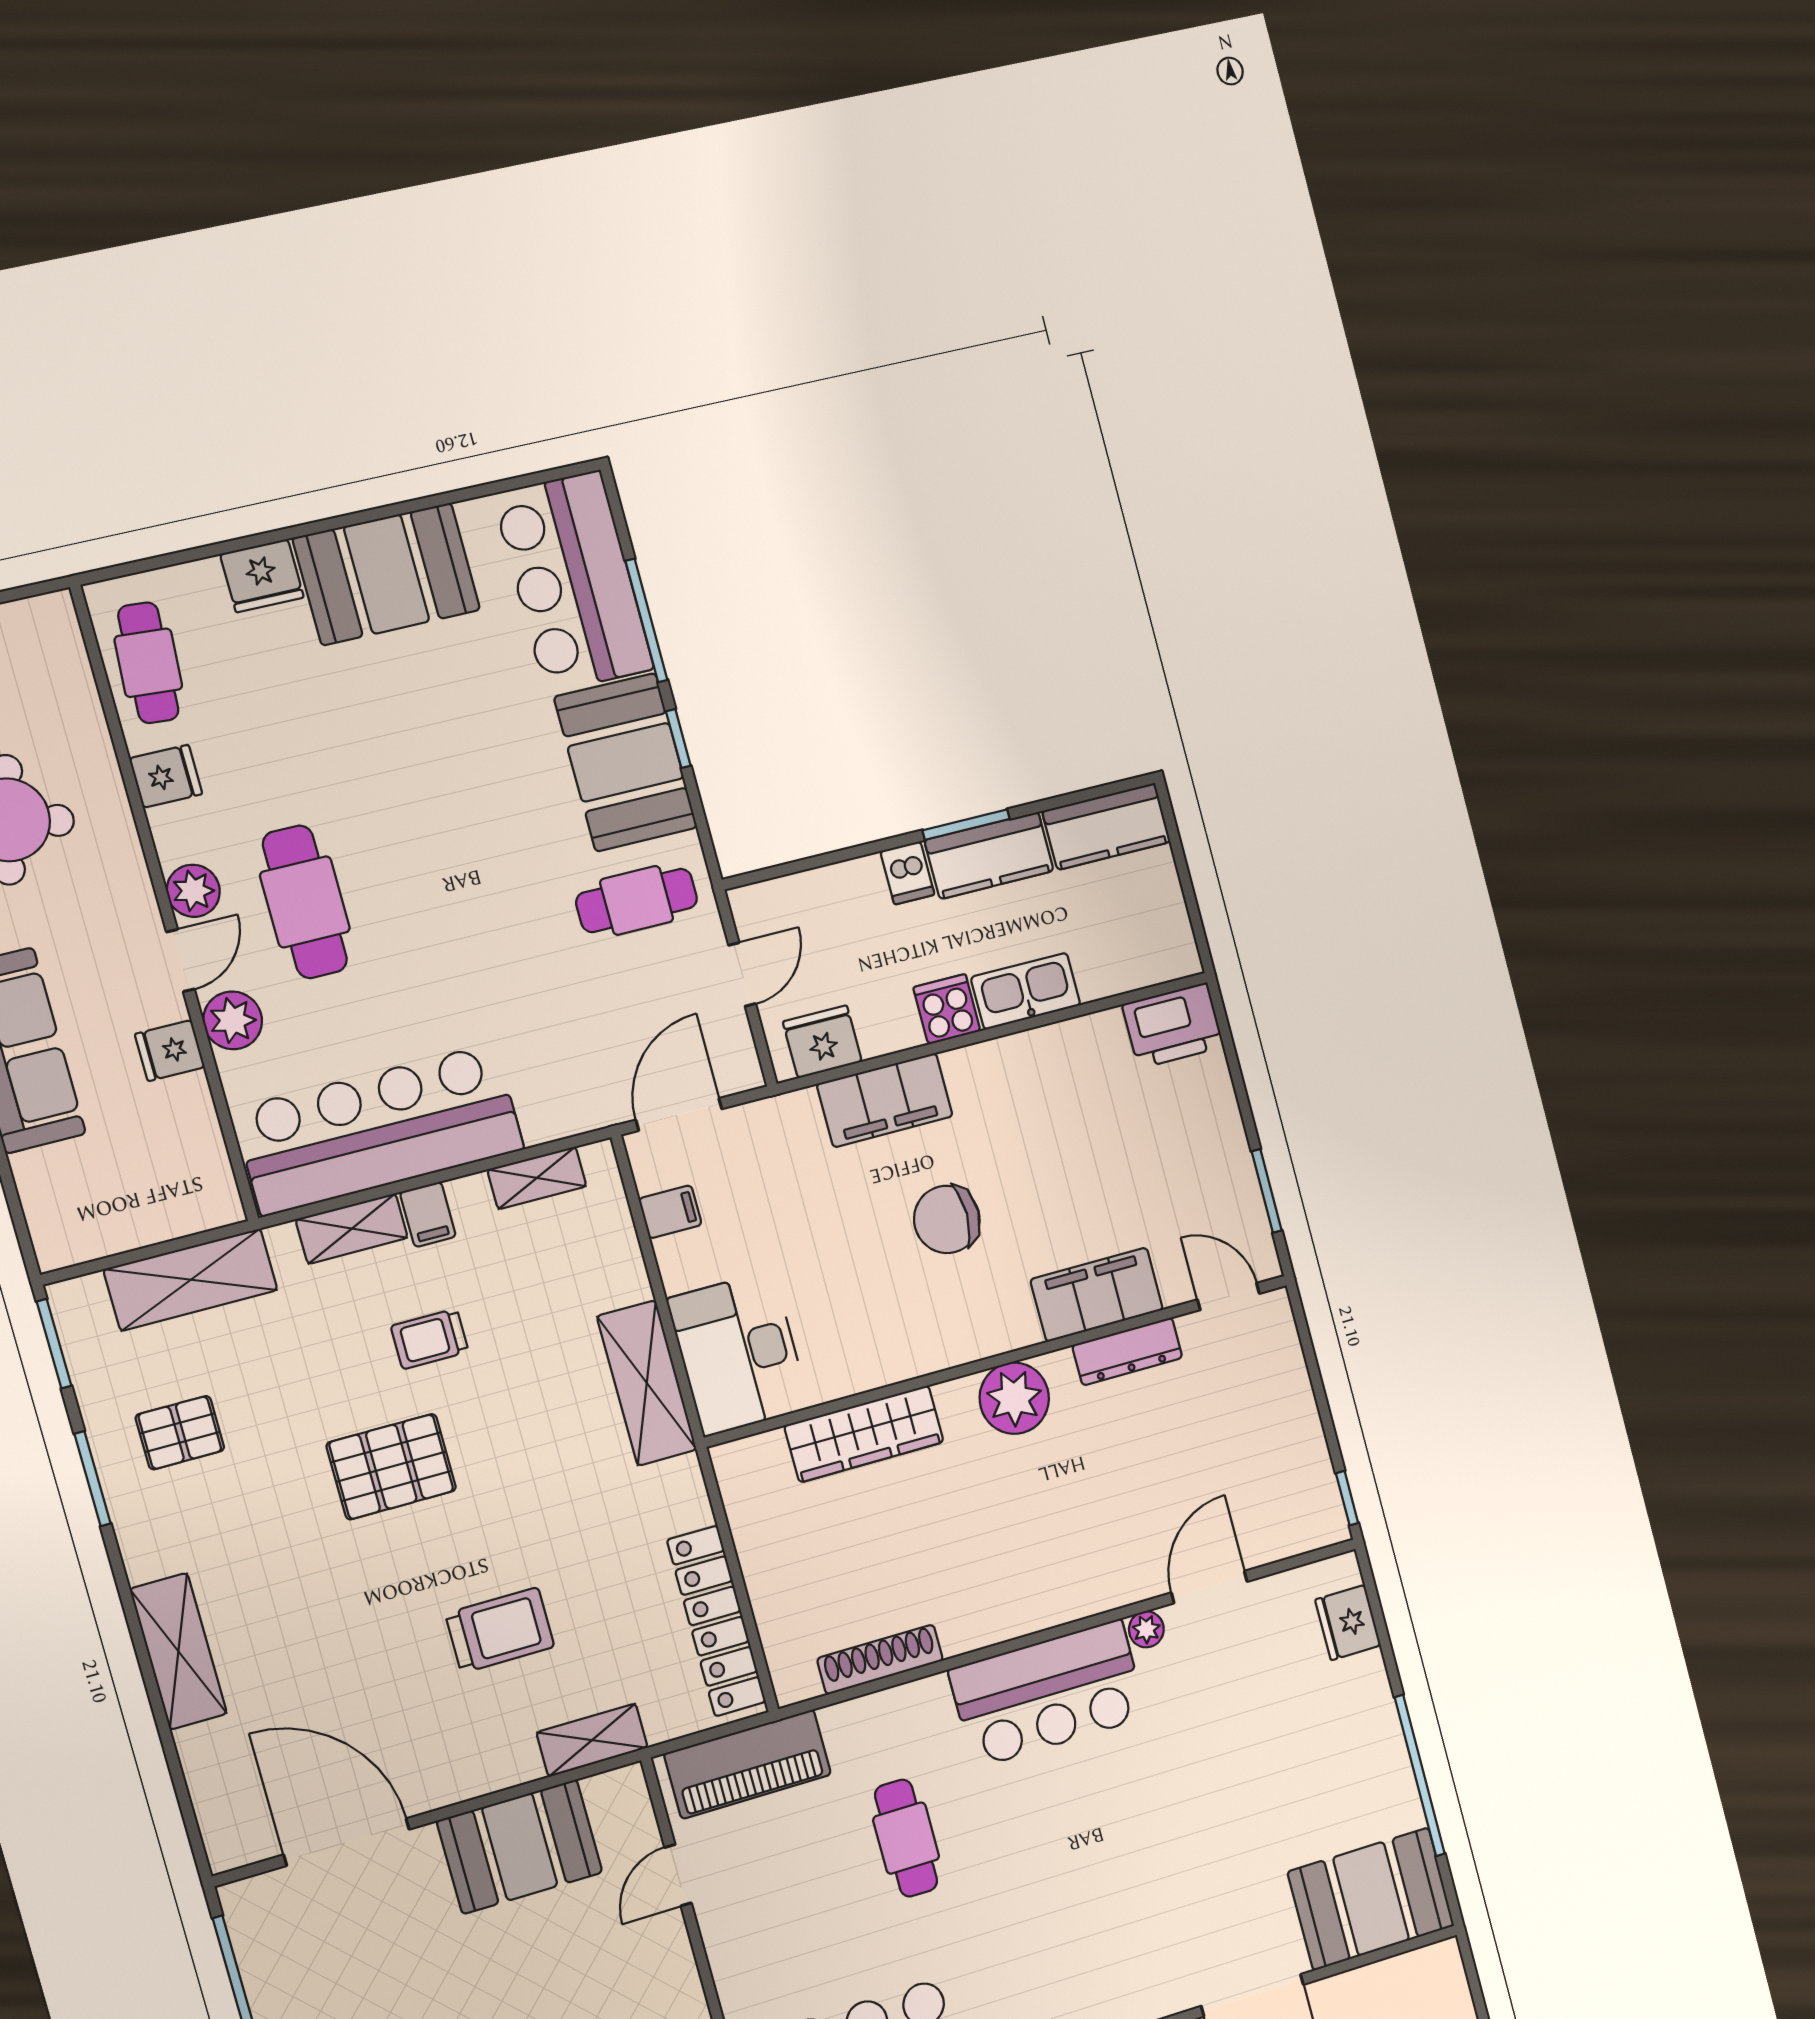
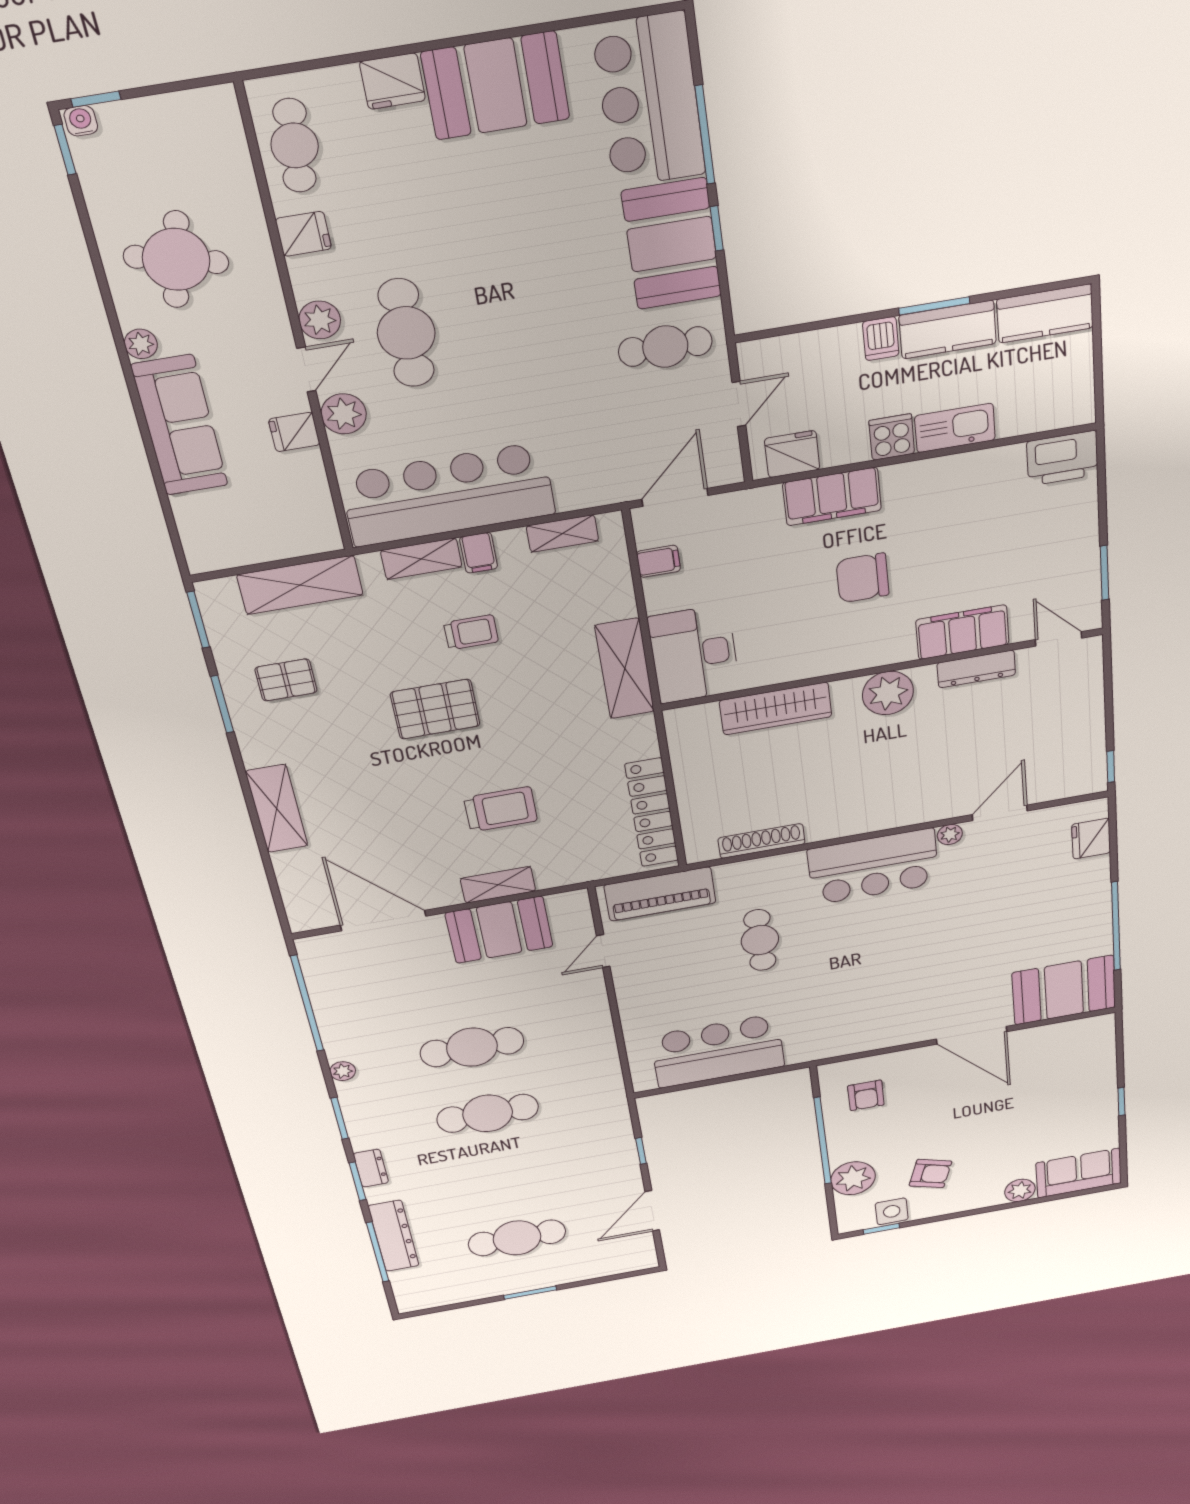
trolley: (430, 1339) -> (471, 632), turned 180
shelving: (592, 1740) -> (498, 885), moved

